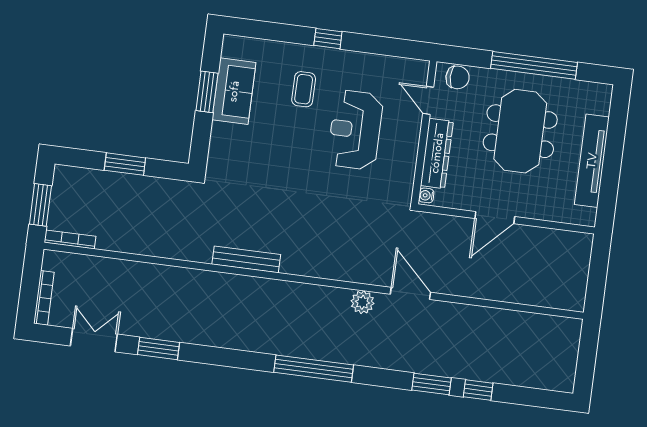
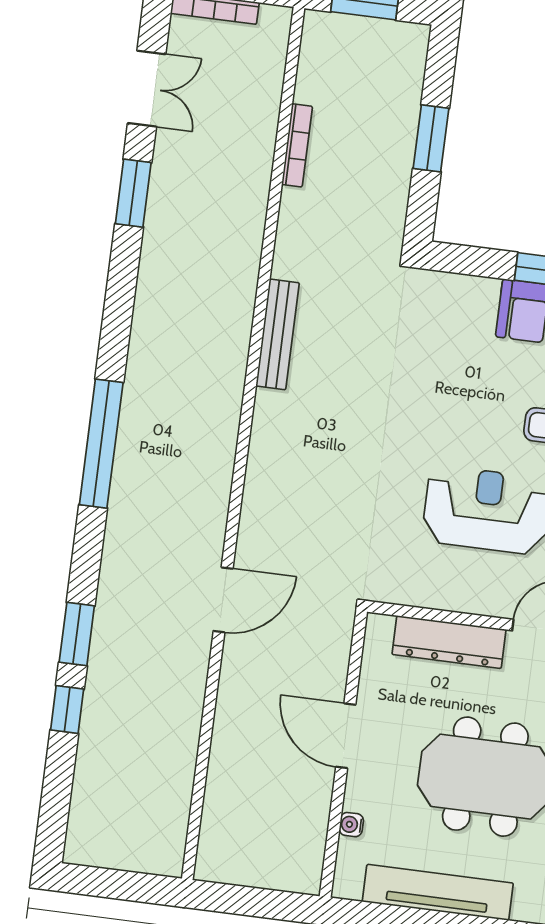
water cooler: (426, 195) -> (351, 825), moved, turned -90
bookcase: (70, 239) -> (297, 145), moved
plant: (362, 302) -> (209, 522), removed

